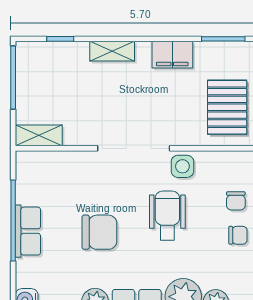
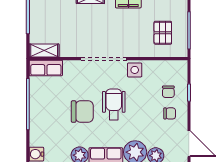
pallet: (227, 107) -> (163, 33), width x0.67, depth x0.71
wheelchair: (167, 216) -> (114, 104), moved
row of seats: (28, 231) -> (46, 68), moved, turned 90

